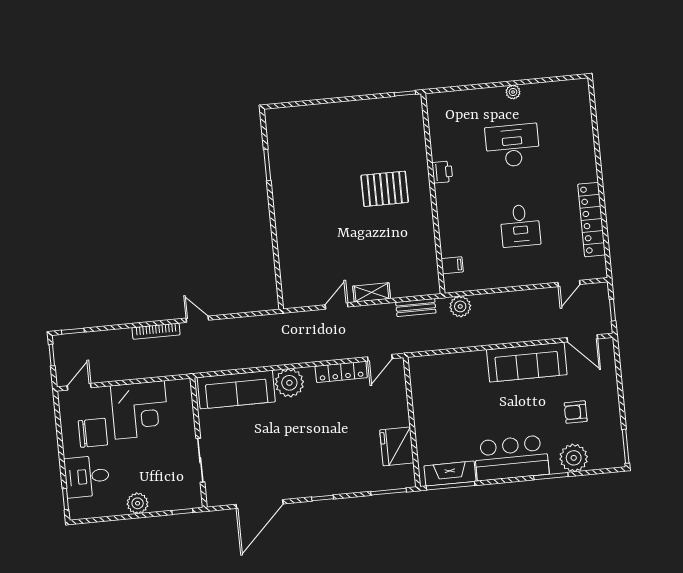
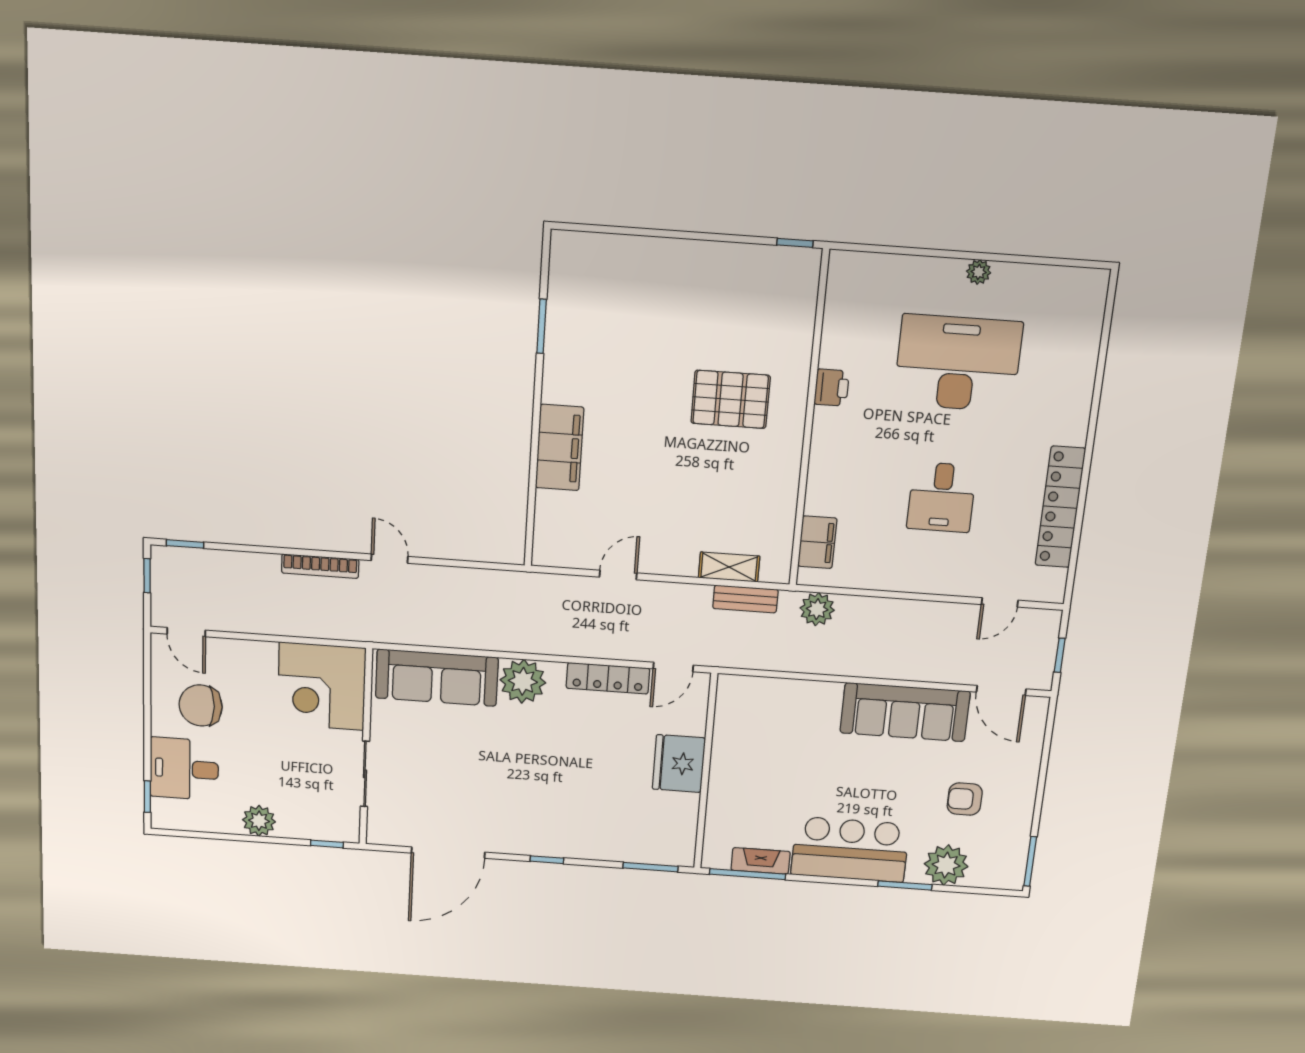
desk: (512, 146) -> (958, 363), width x1.36, depth x1.30
filing cabinet: (289, 234) -> (560, 448), added
filing cabinet: (452, 265) -> (817, 542), width x2.00
shelving: (372, 292) -> (729, 567), moved
door: (79, 387) -> (186, 632), swing flipped
corner desk: (140, 410) -> (322, 686), moved, turned 90
chair: (93, 433) -> (201, 706), turned 180
fridge: (397, 446) -> (679, 764), moved
fireplace: (450, 474) -> (761, 861), width x0.73, depth x0.76

